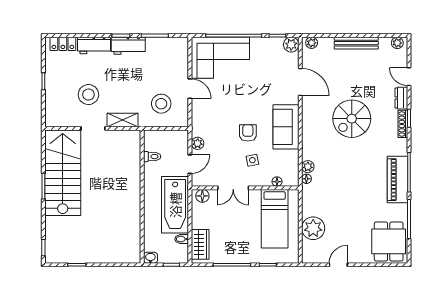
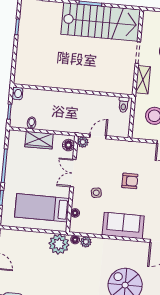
armchair: (248, 133) -> (130, 181), moved
plant: (198, 143) -> (83, 142), moved
toilet: (152, 157) -> (123, 105), moved
door: (190, 164) -> (98, 137), swing flipped
bathtub: (175, 205) -> (63, 120), removed
plant: (313, 228) -> (59, 244), moved
wardrobe: (200, 244) -> (39, 140), moved

